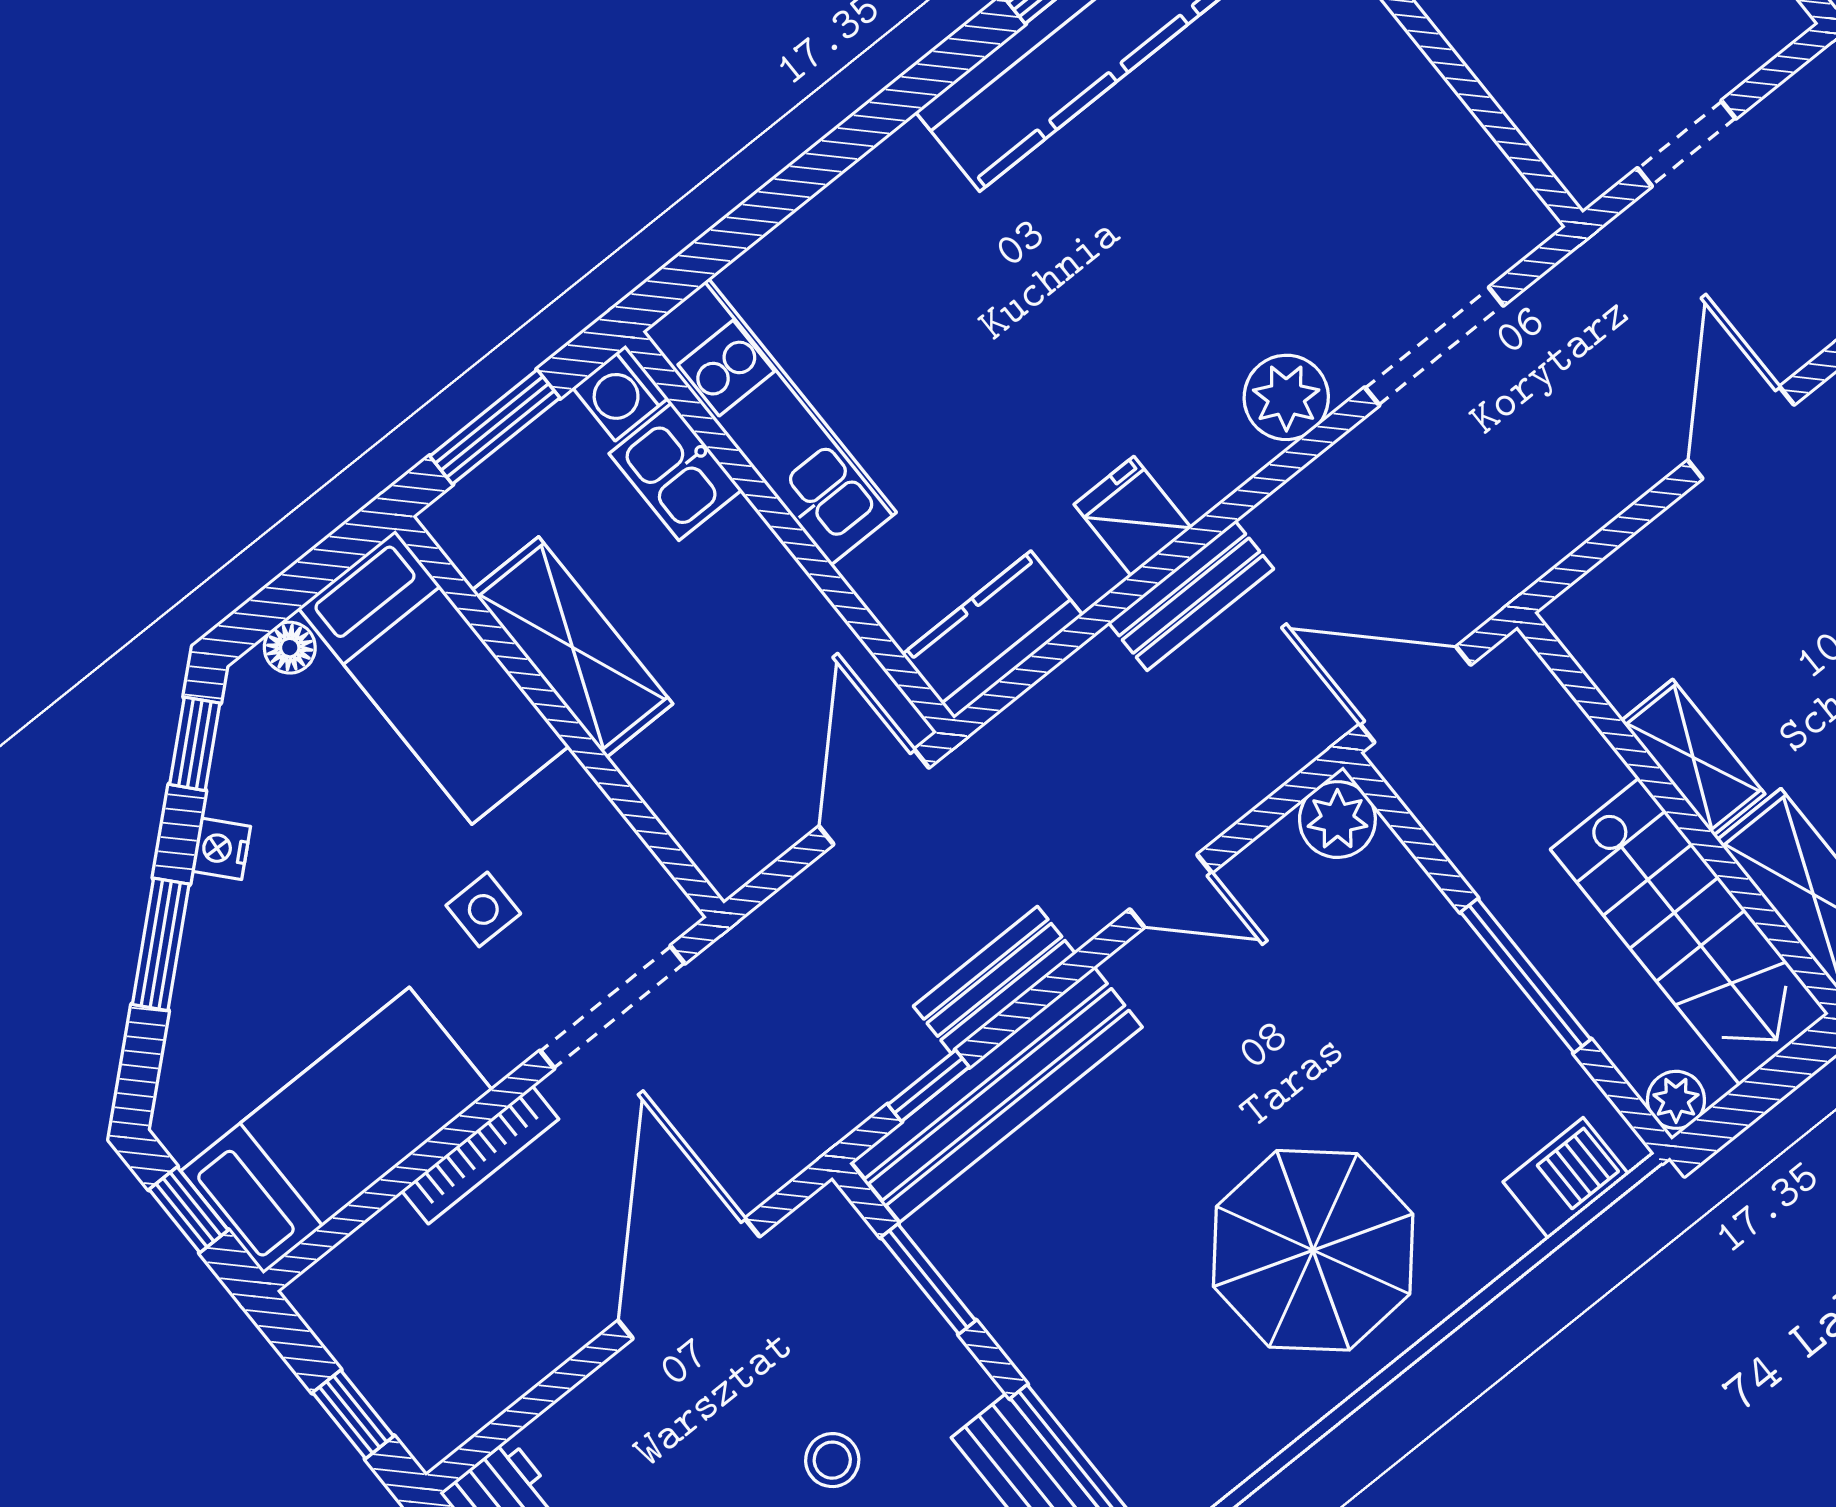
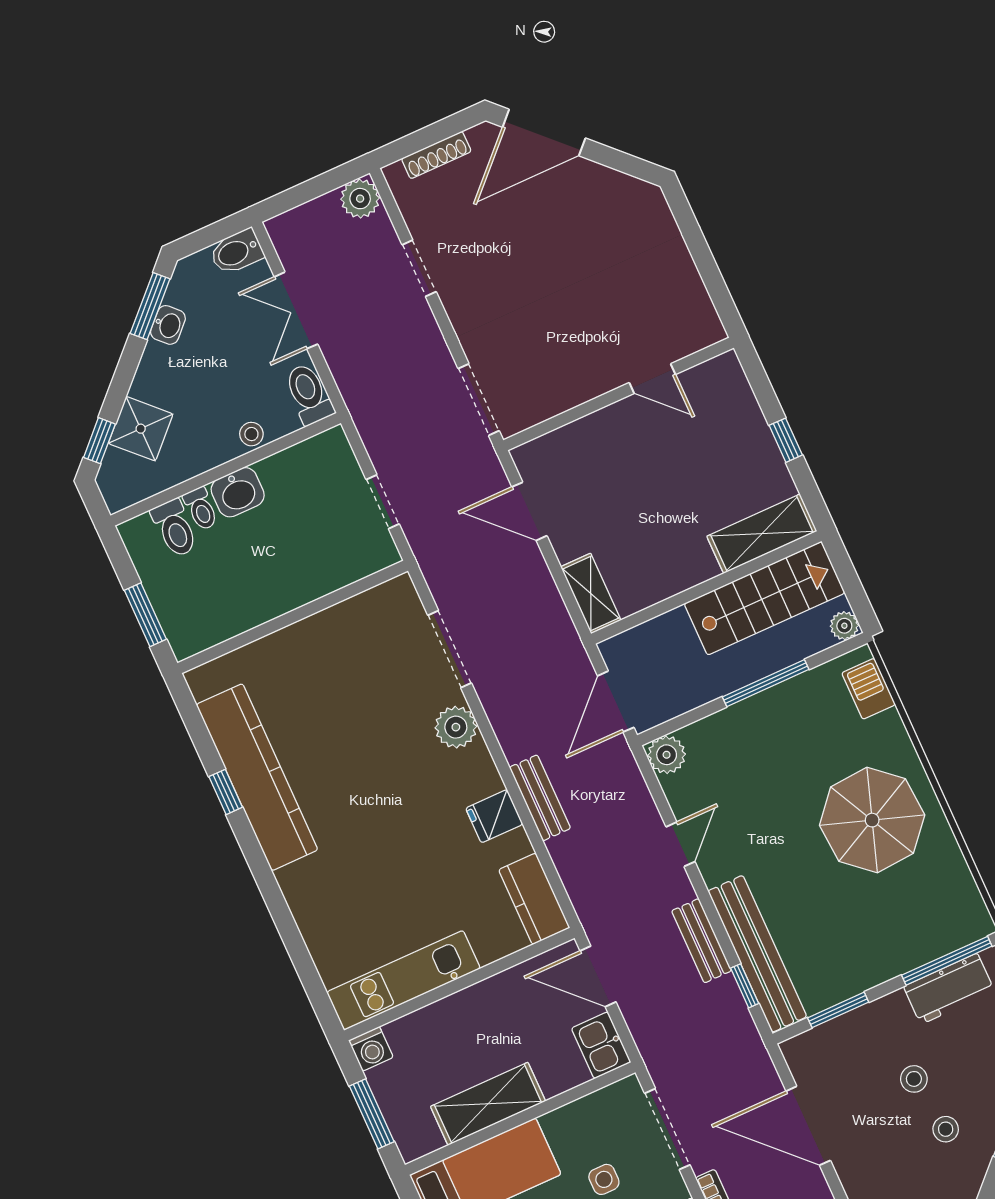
kitchen sink: (675, 472) -> (601, 1045), moved, turned 90
shelving: (1693, 757) -> (591, 593), moved, turned 90

